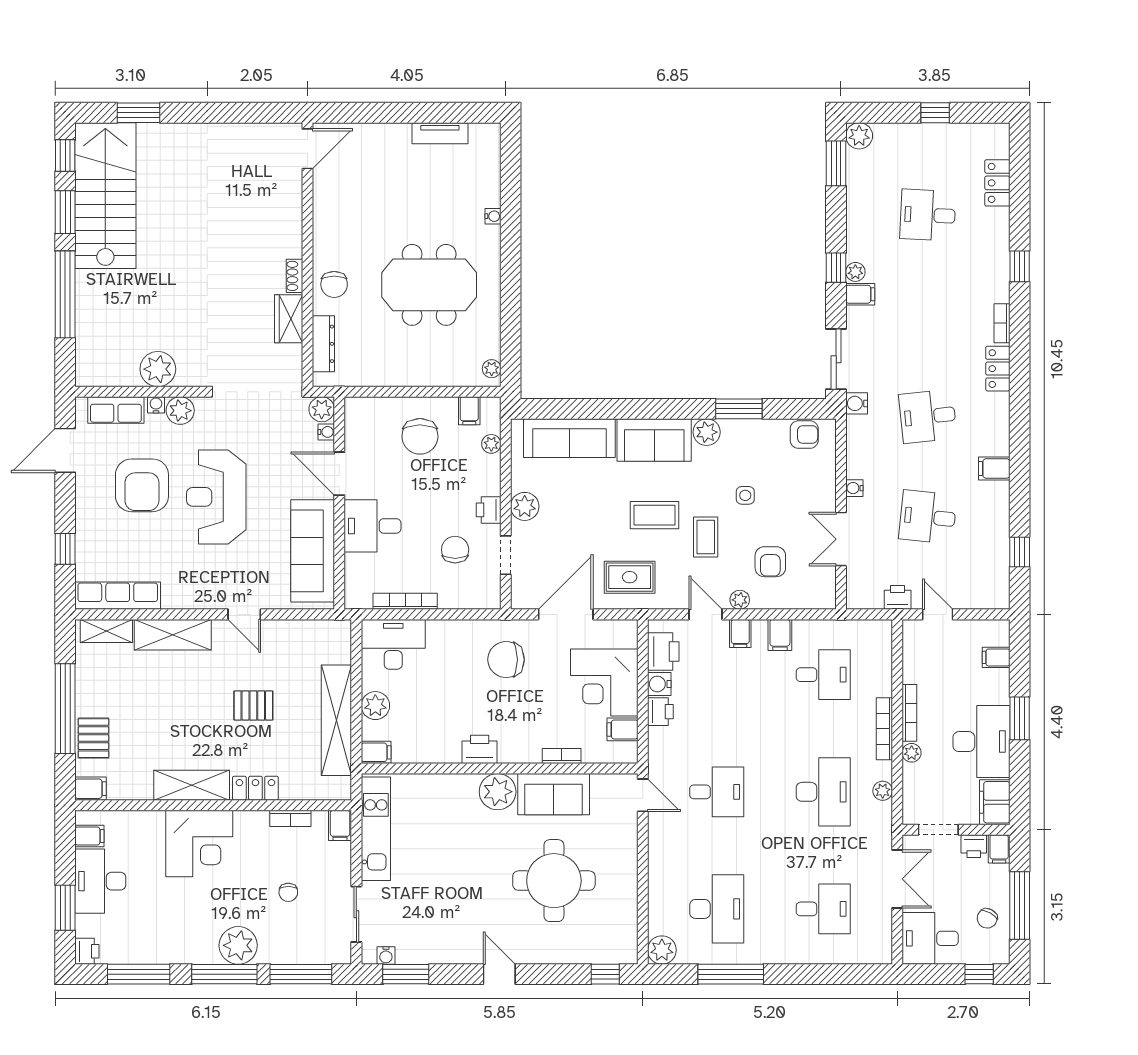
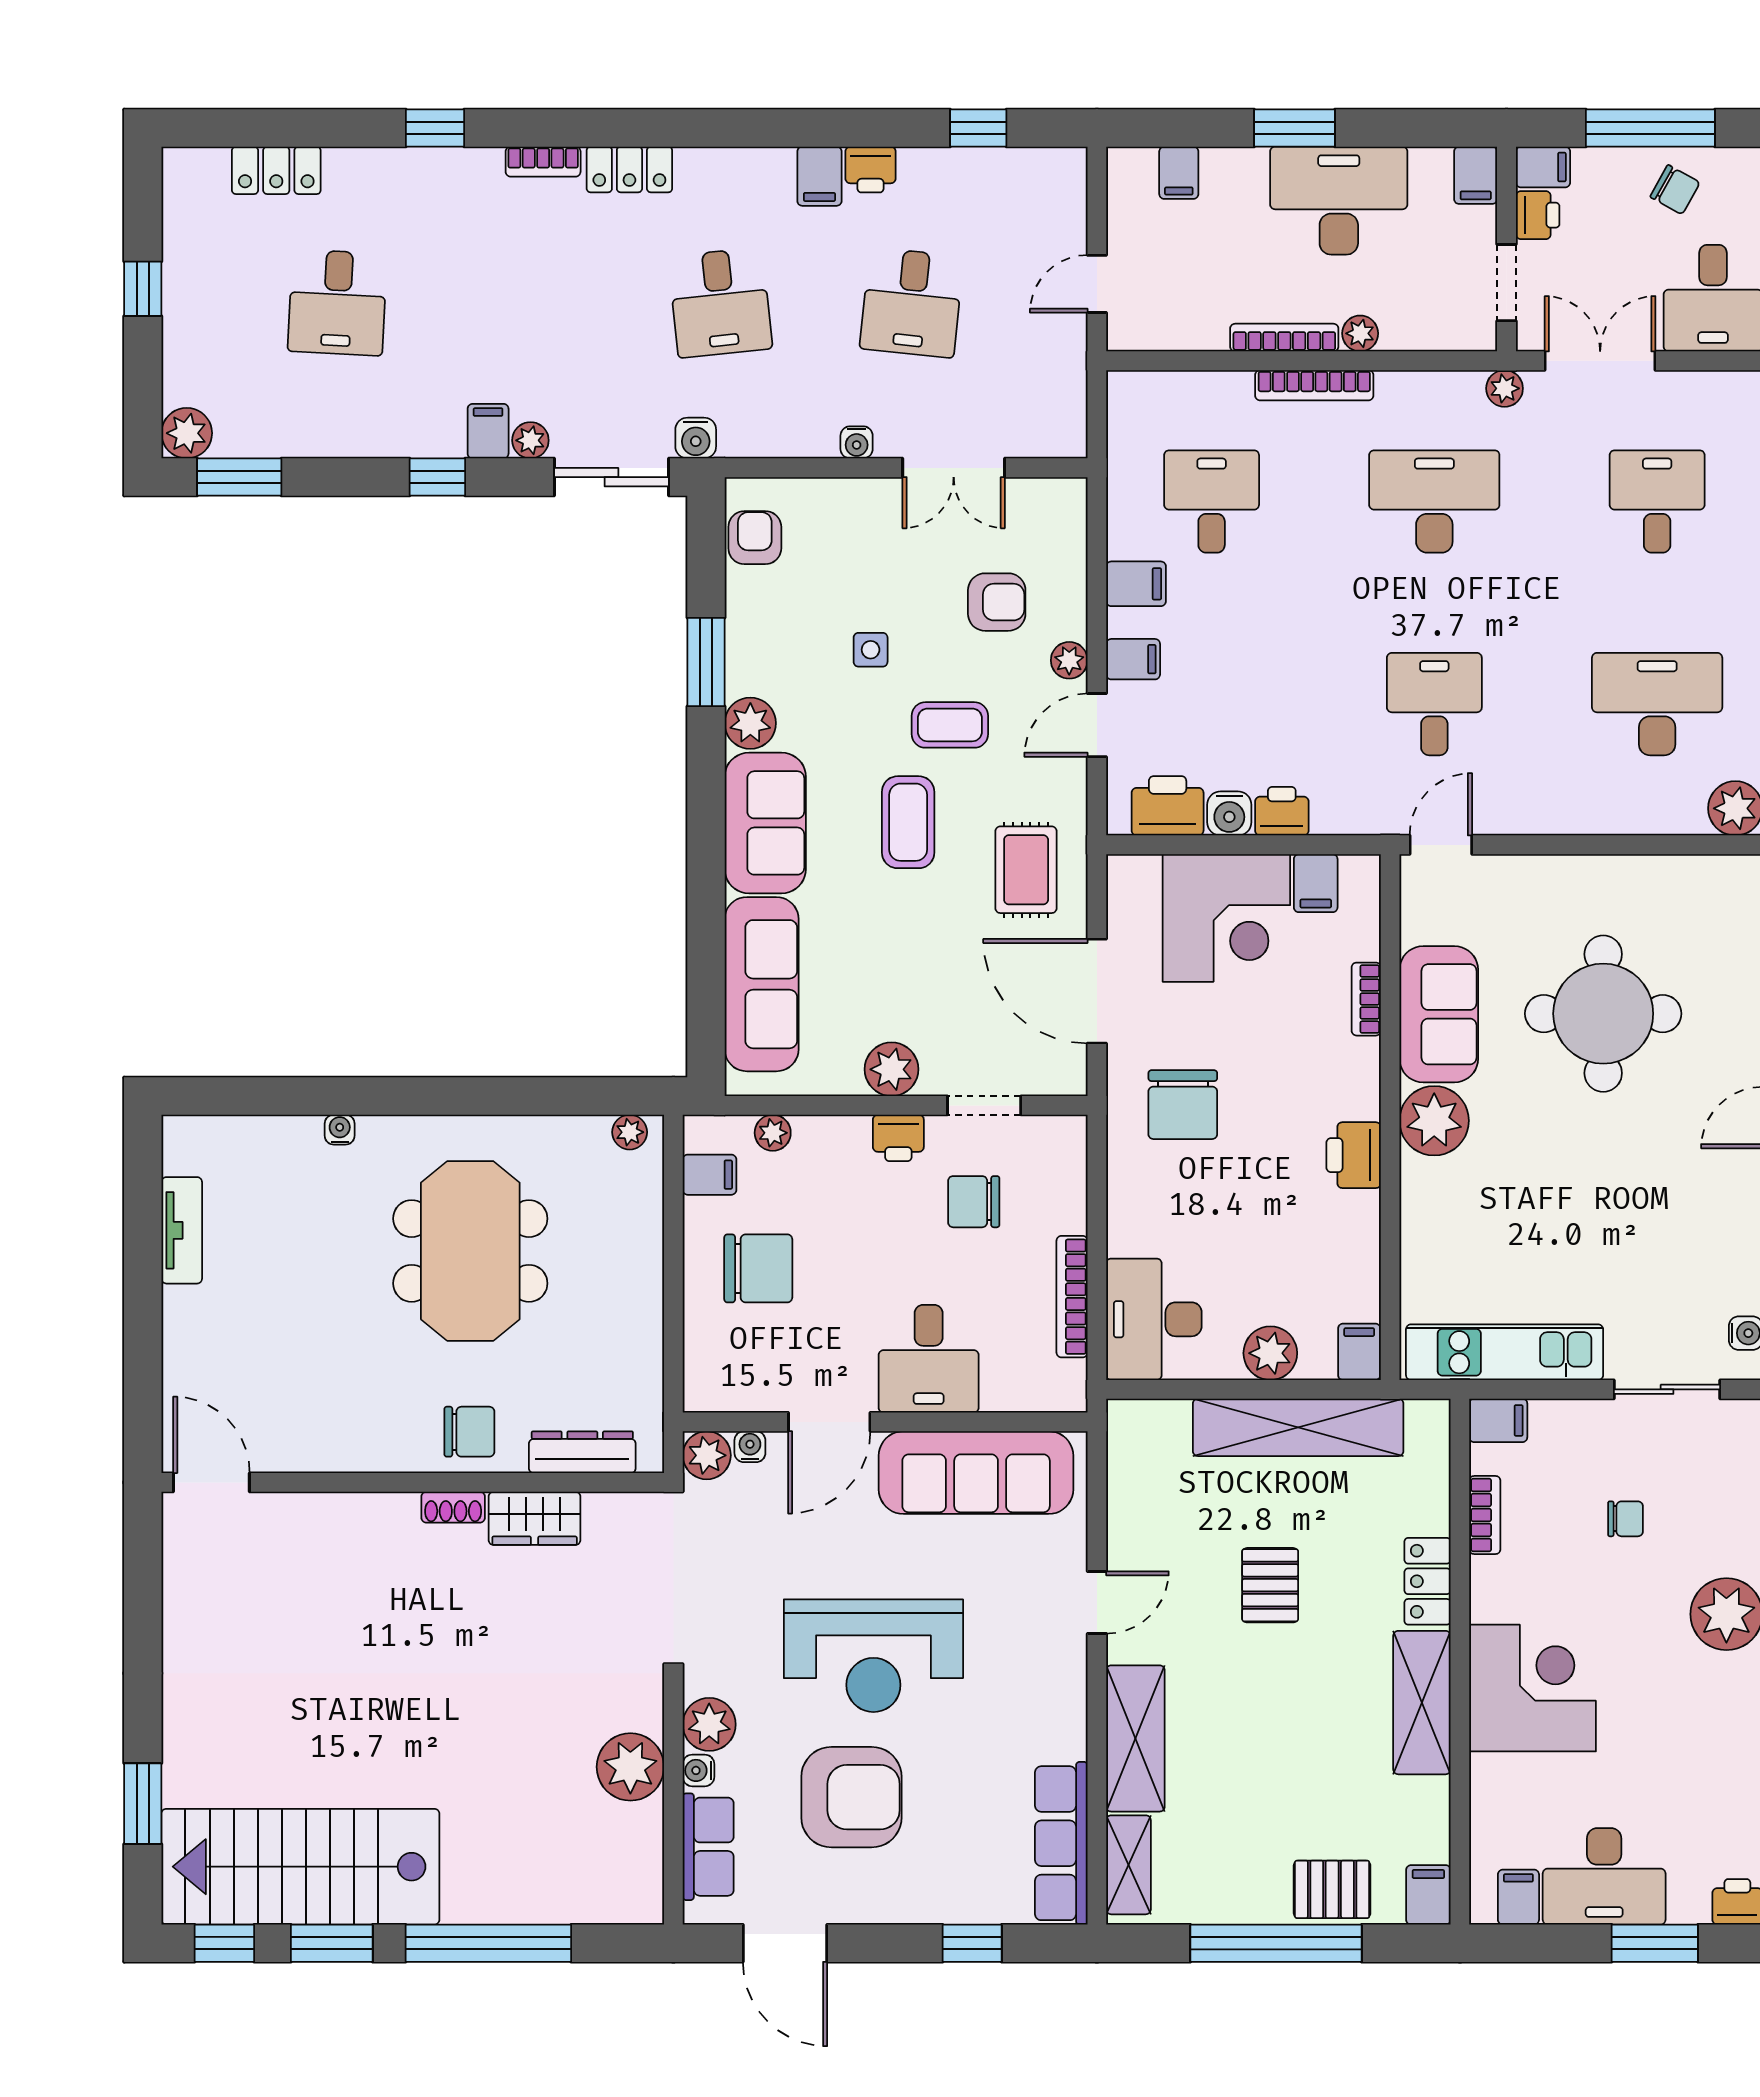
plant: (855, 272) -> (530, 440), moved
printer: (898, 597) -> (871, 170), moved, turned -90
plant: (883, 791) -> (1505, 388), moved
filing cabinet: (995, 802) -> (1476, 175), width x0.50

